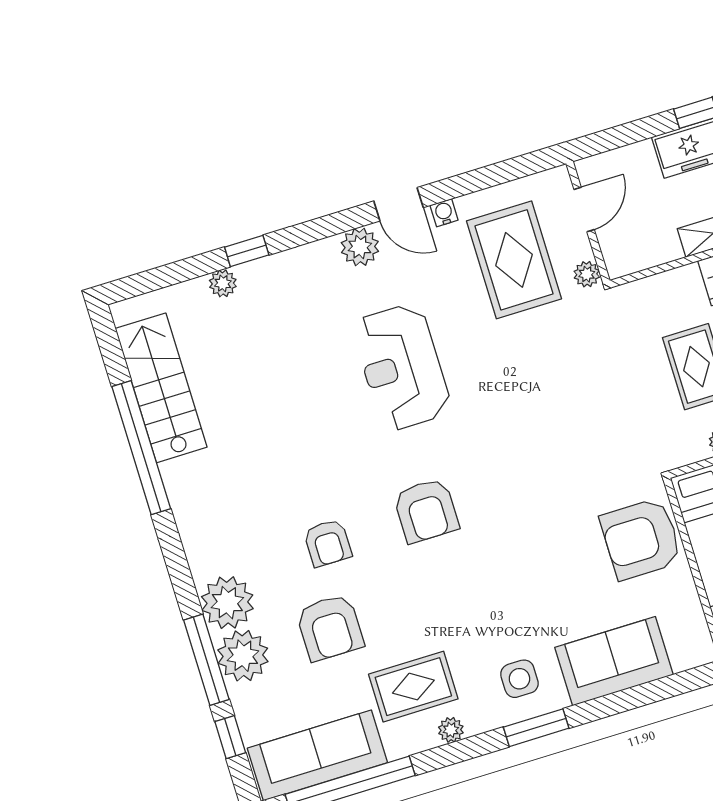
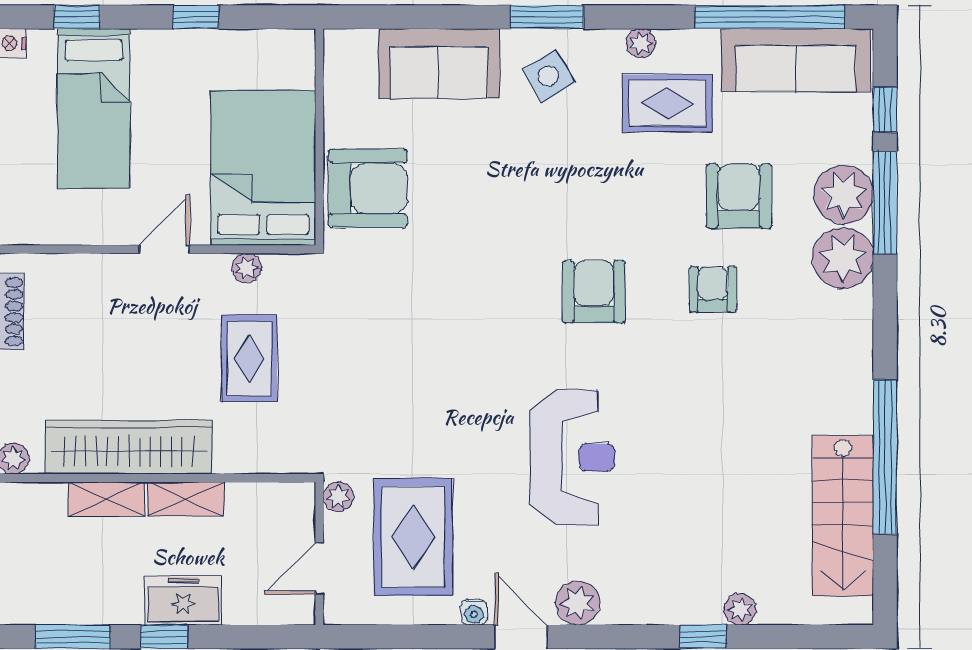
side table: (519, 679) -> (548, 76), turned -31

